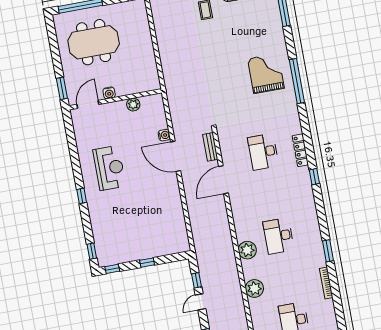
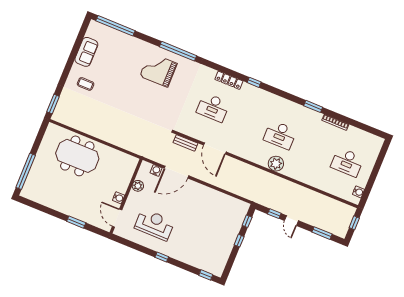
meeting table: (94, 42) -> (77, 156), moved, turned 90
water cooler: (109, 93) -> (119, 198), moved
wall: (115, 99) -> (126, 196), moved
door: (88, 104) -> (117, 218), moved
plant: (133, 105) -> (138, 186), moved
window: (112, 269) -> (247, 221), moved
plant: (254, 288) -> (307, 176), removed

